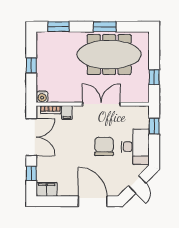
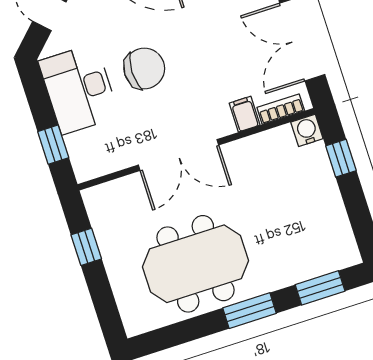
window: (105, 27) -> (249, 311), moved
meeting table: (109, 55) -> (195, 264), width x0.73
window: (31, 65) -> (341, 158), moved
chair: (104, 146) -> (144, 68), turned -90

